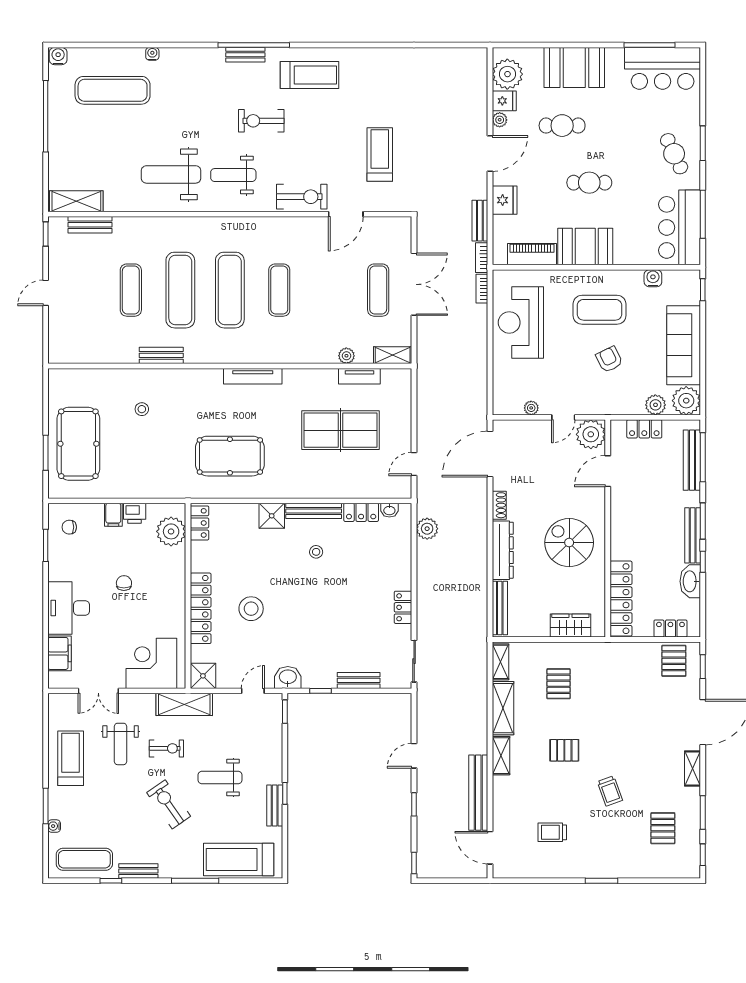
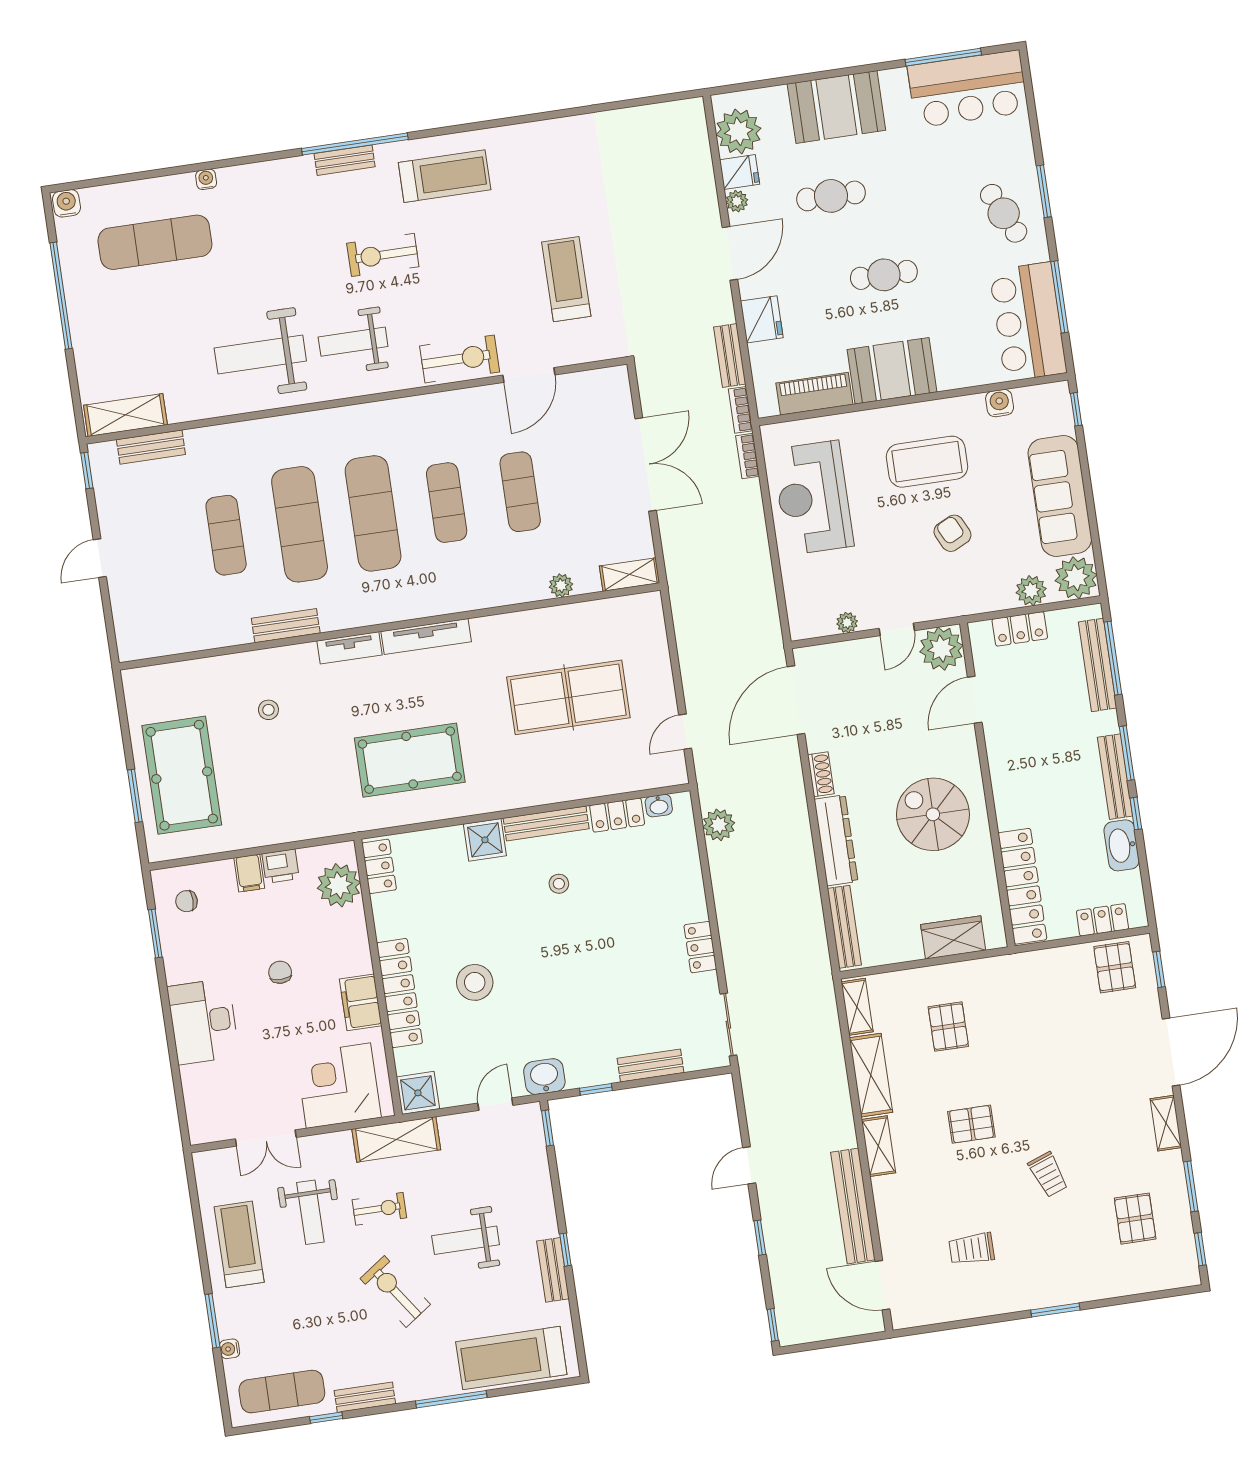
exercise mat: (378, 290) -> (520, 492), moved
tv unit: (359, 376) -> (350, 648), moved
filing cabinet: (59, 653) -> (361, 1002), moved, turned 180

